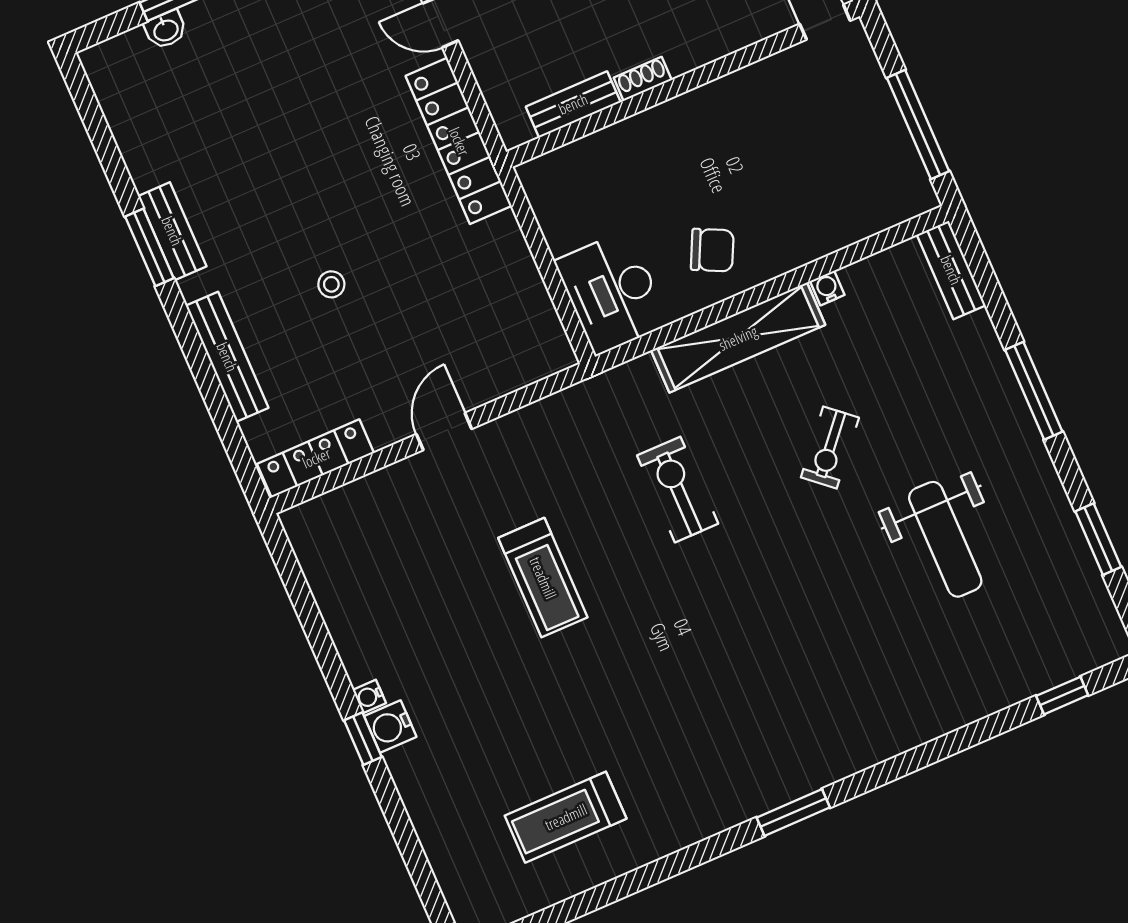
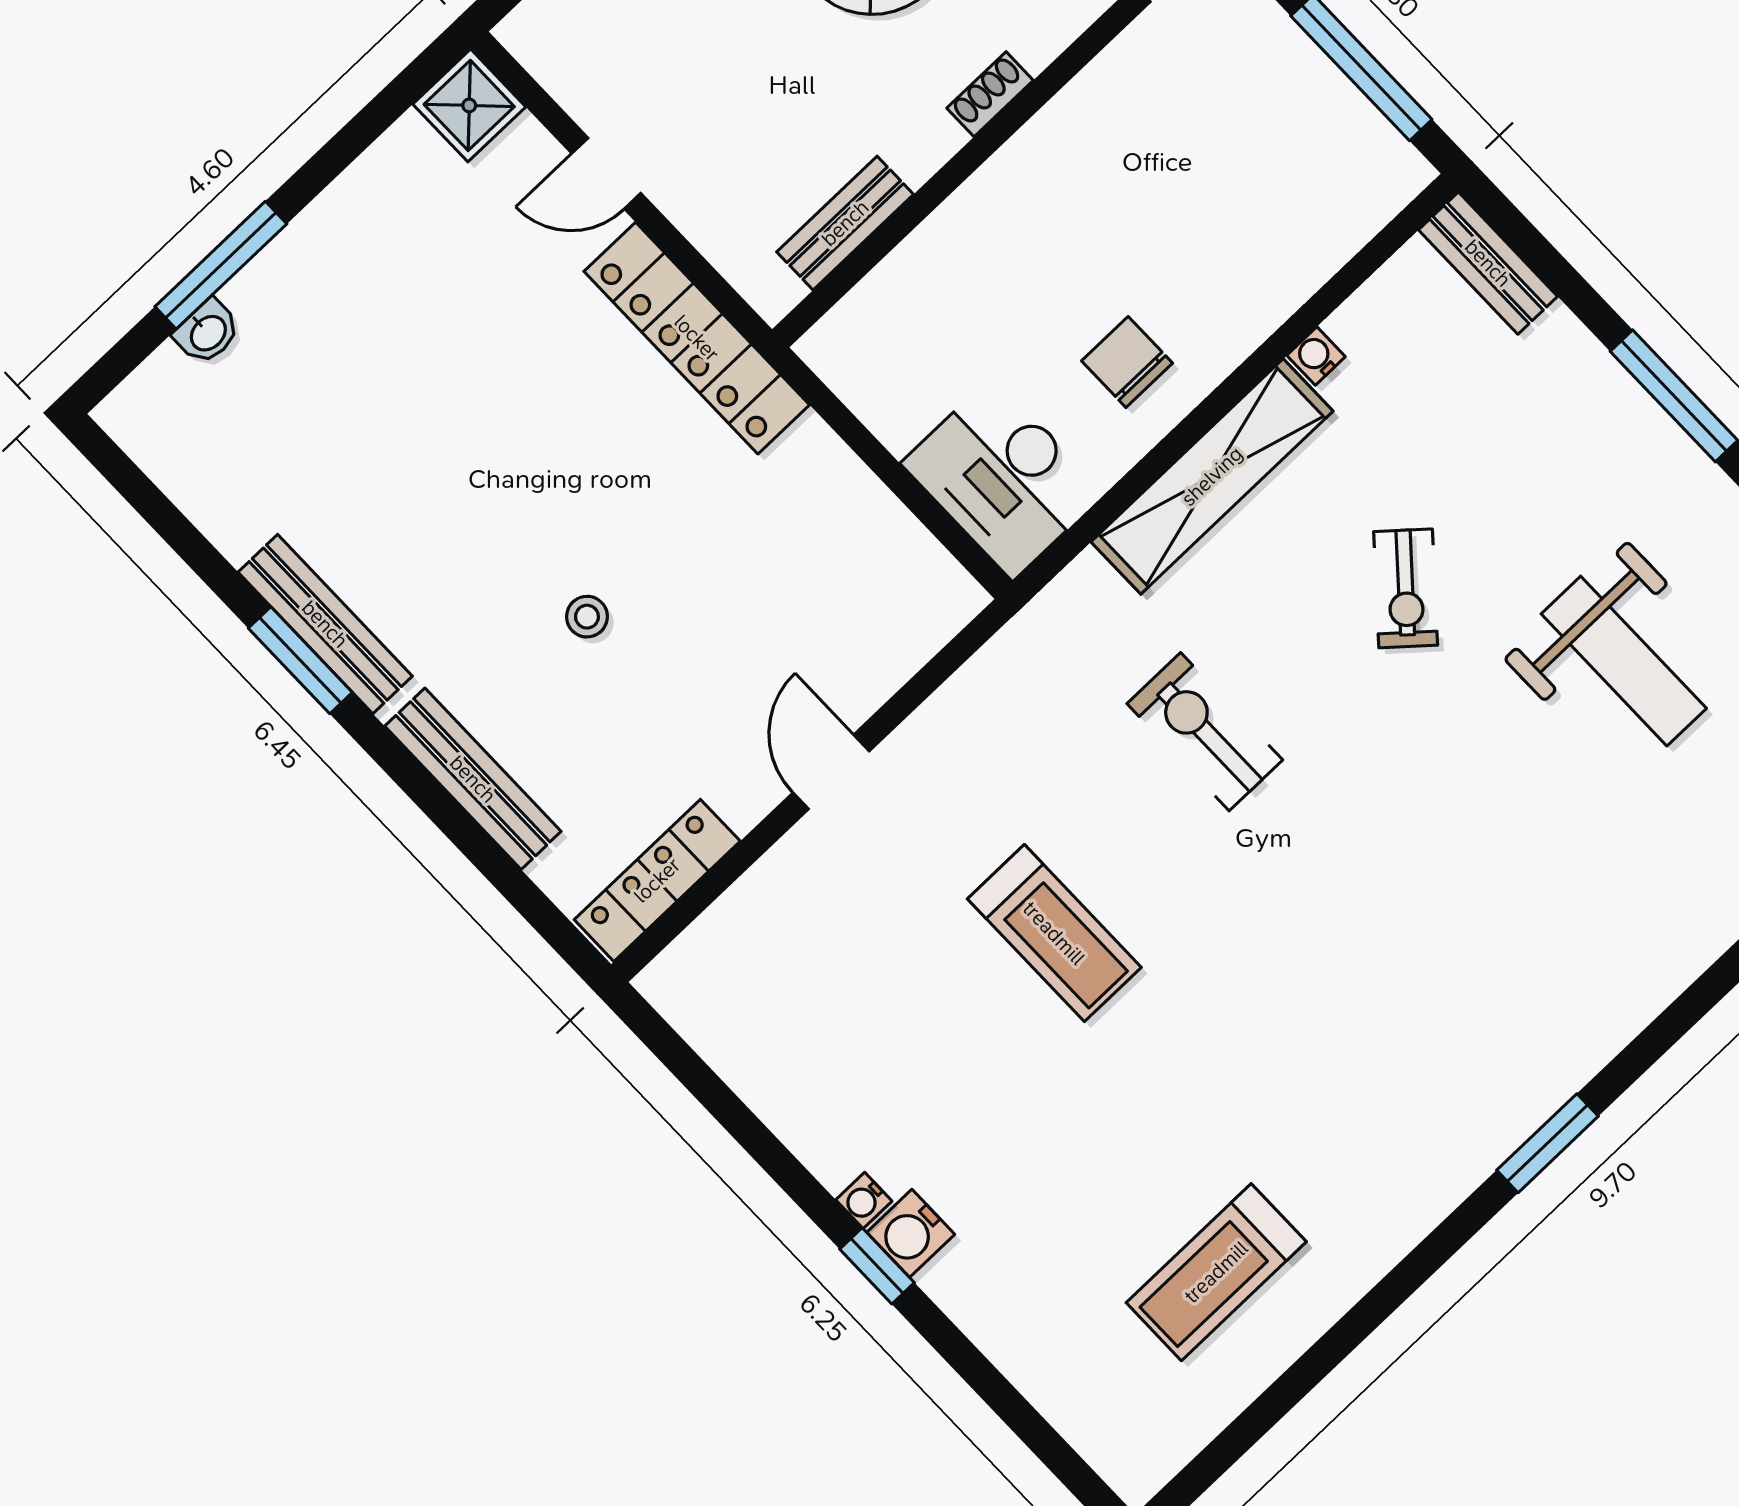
shoe rack: (643, 79) -> (990, 94), moved
bench: (172, 231) -> (325, 624), width x1.36
chair: (712, 250) -> (1127, 362), turned -116

